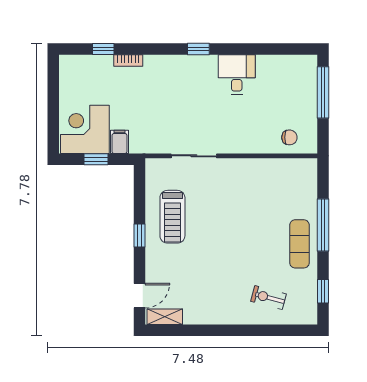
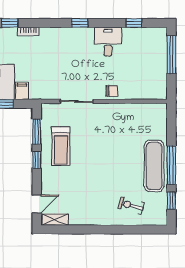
window: (272, 49) -> (134, 23), added
chair: (289, 137) -> (112, 91), moved
window: (140, 197) -> (37, 132), added
window: (323, 225) -> (171, 165), moved
exercise mat: (299, 244) -> (154, 166), width x1.36, depth x1.45

